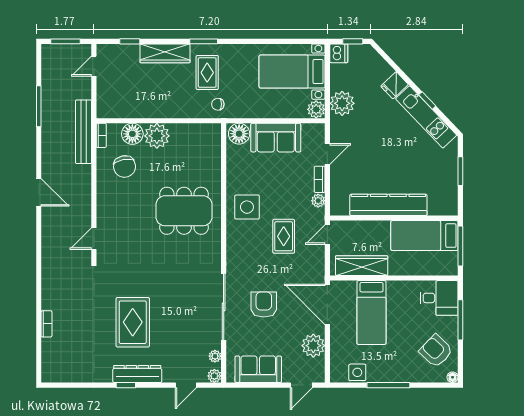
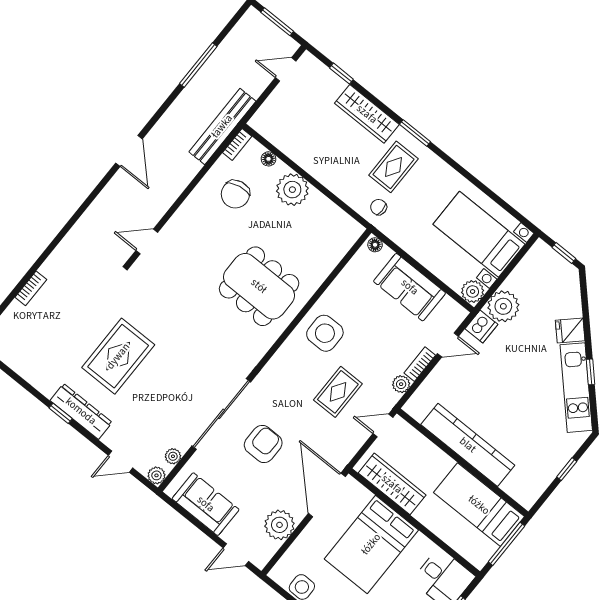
dishwasher: (339, 53) -> (481, 327), moved
floor lamp: (132, 134) -> (268, 159), width x0.53, depth x0.53
floor lamp: (239, 134) -> (375, 245), width x0.53, depth x0.53
window: (460, 171) -> (567, 469), width x0.67
bed: (371, 313) -> (371, 544), width x1.50

